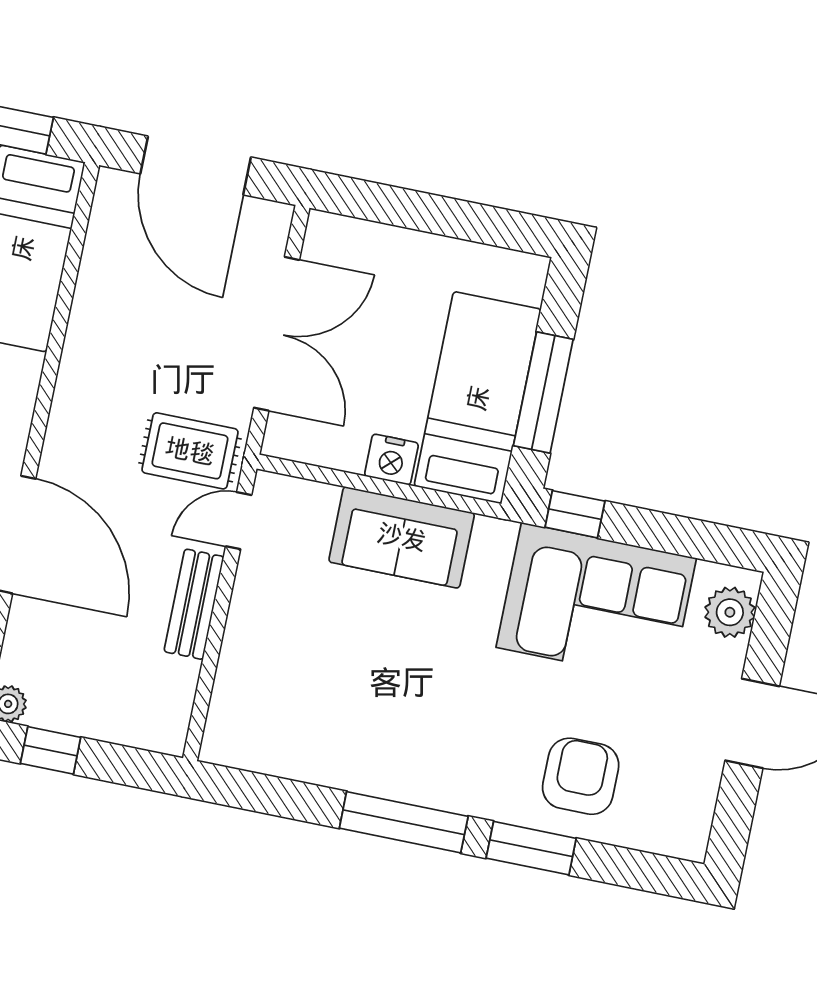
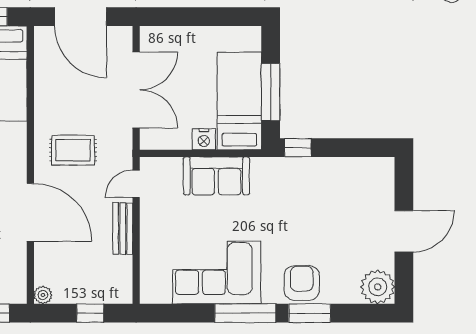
rug: (190, 451) -> (73, 150), moved
corner sofa: (596, 603) -> (217, 273), moved, turned 180
plant: (730, 612) -> (378, 287), moved, width x1.36, depth x1.36
window: (51, 750) -> (90, 313), moved
armchair: (581, 776) -> (302, 283), moved

